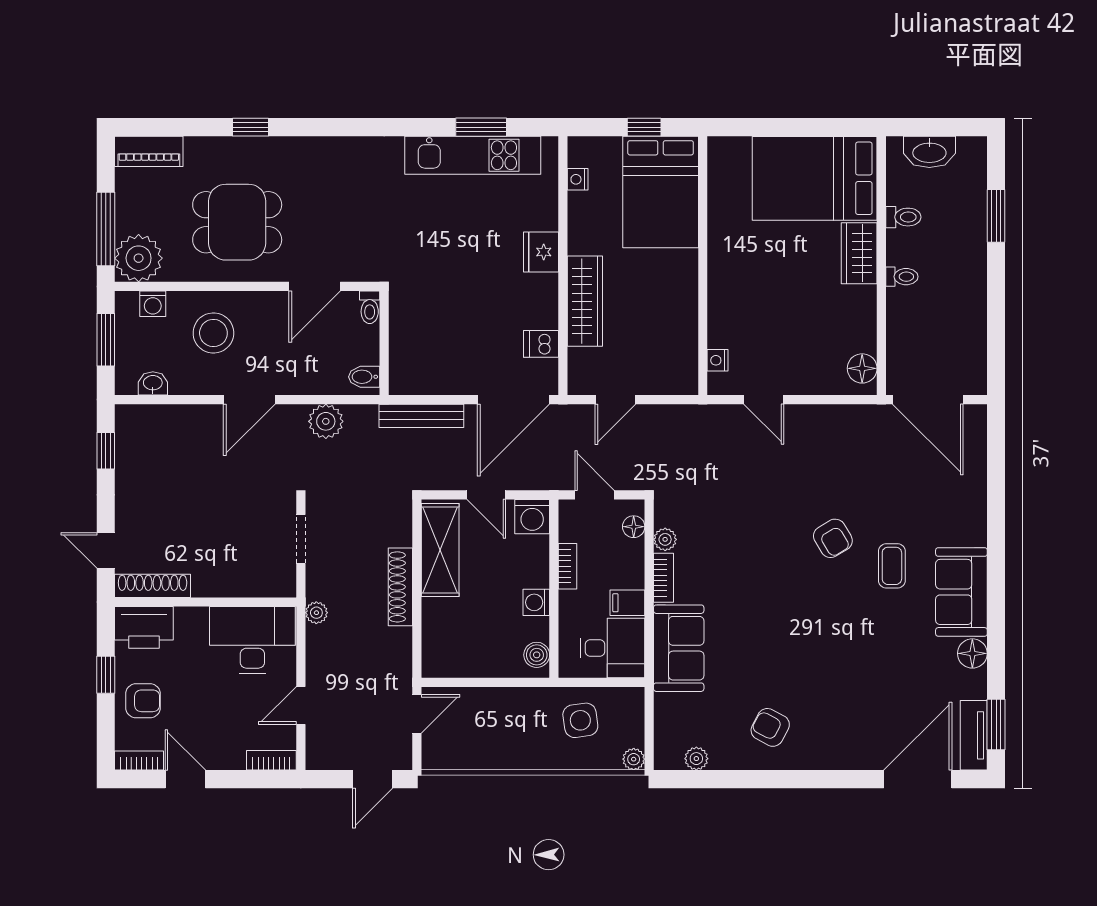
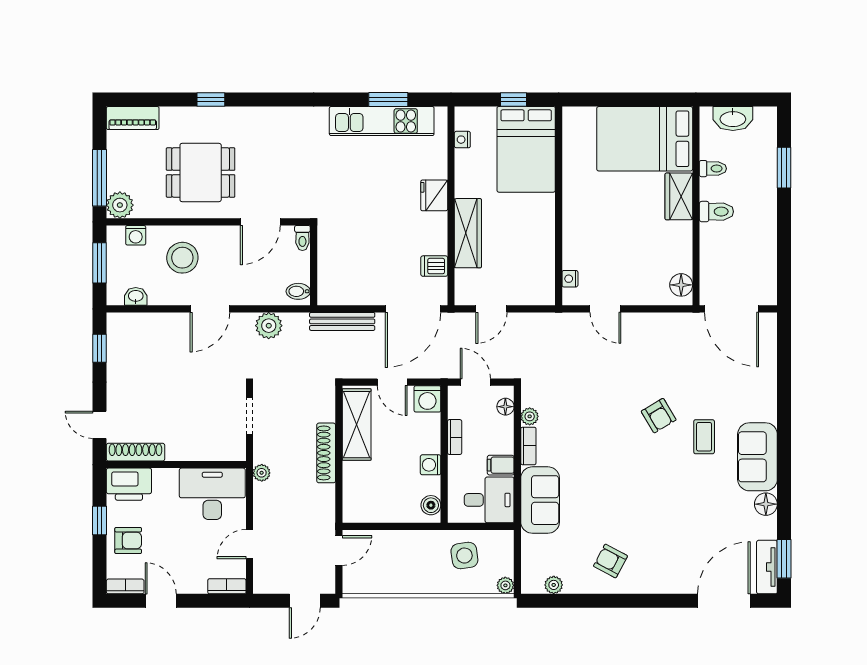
plant: (139, 258) -> (120, 205), width x0.73, depth x0.73
toilet: (902, 277) -> (716, 212), width x1.37, depth x1.39

